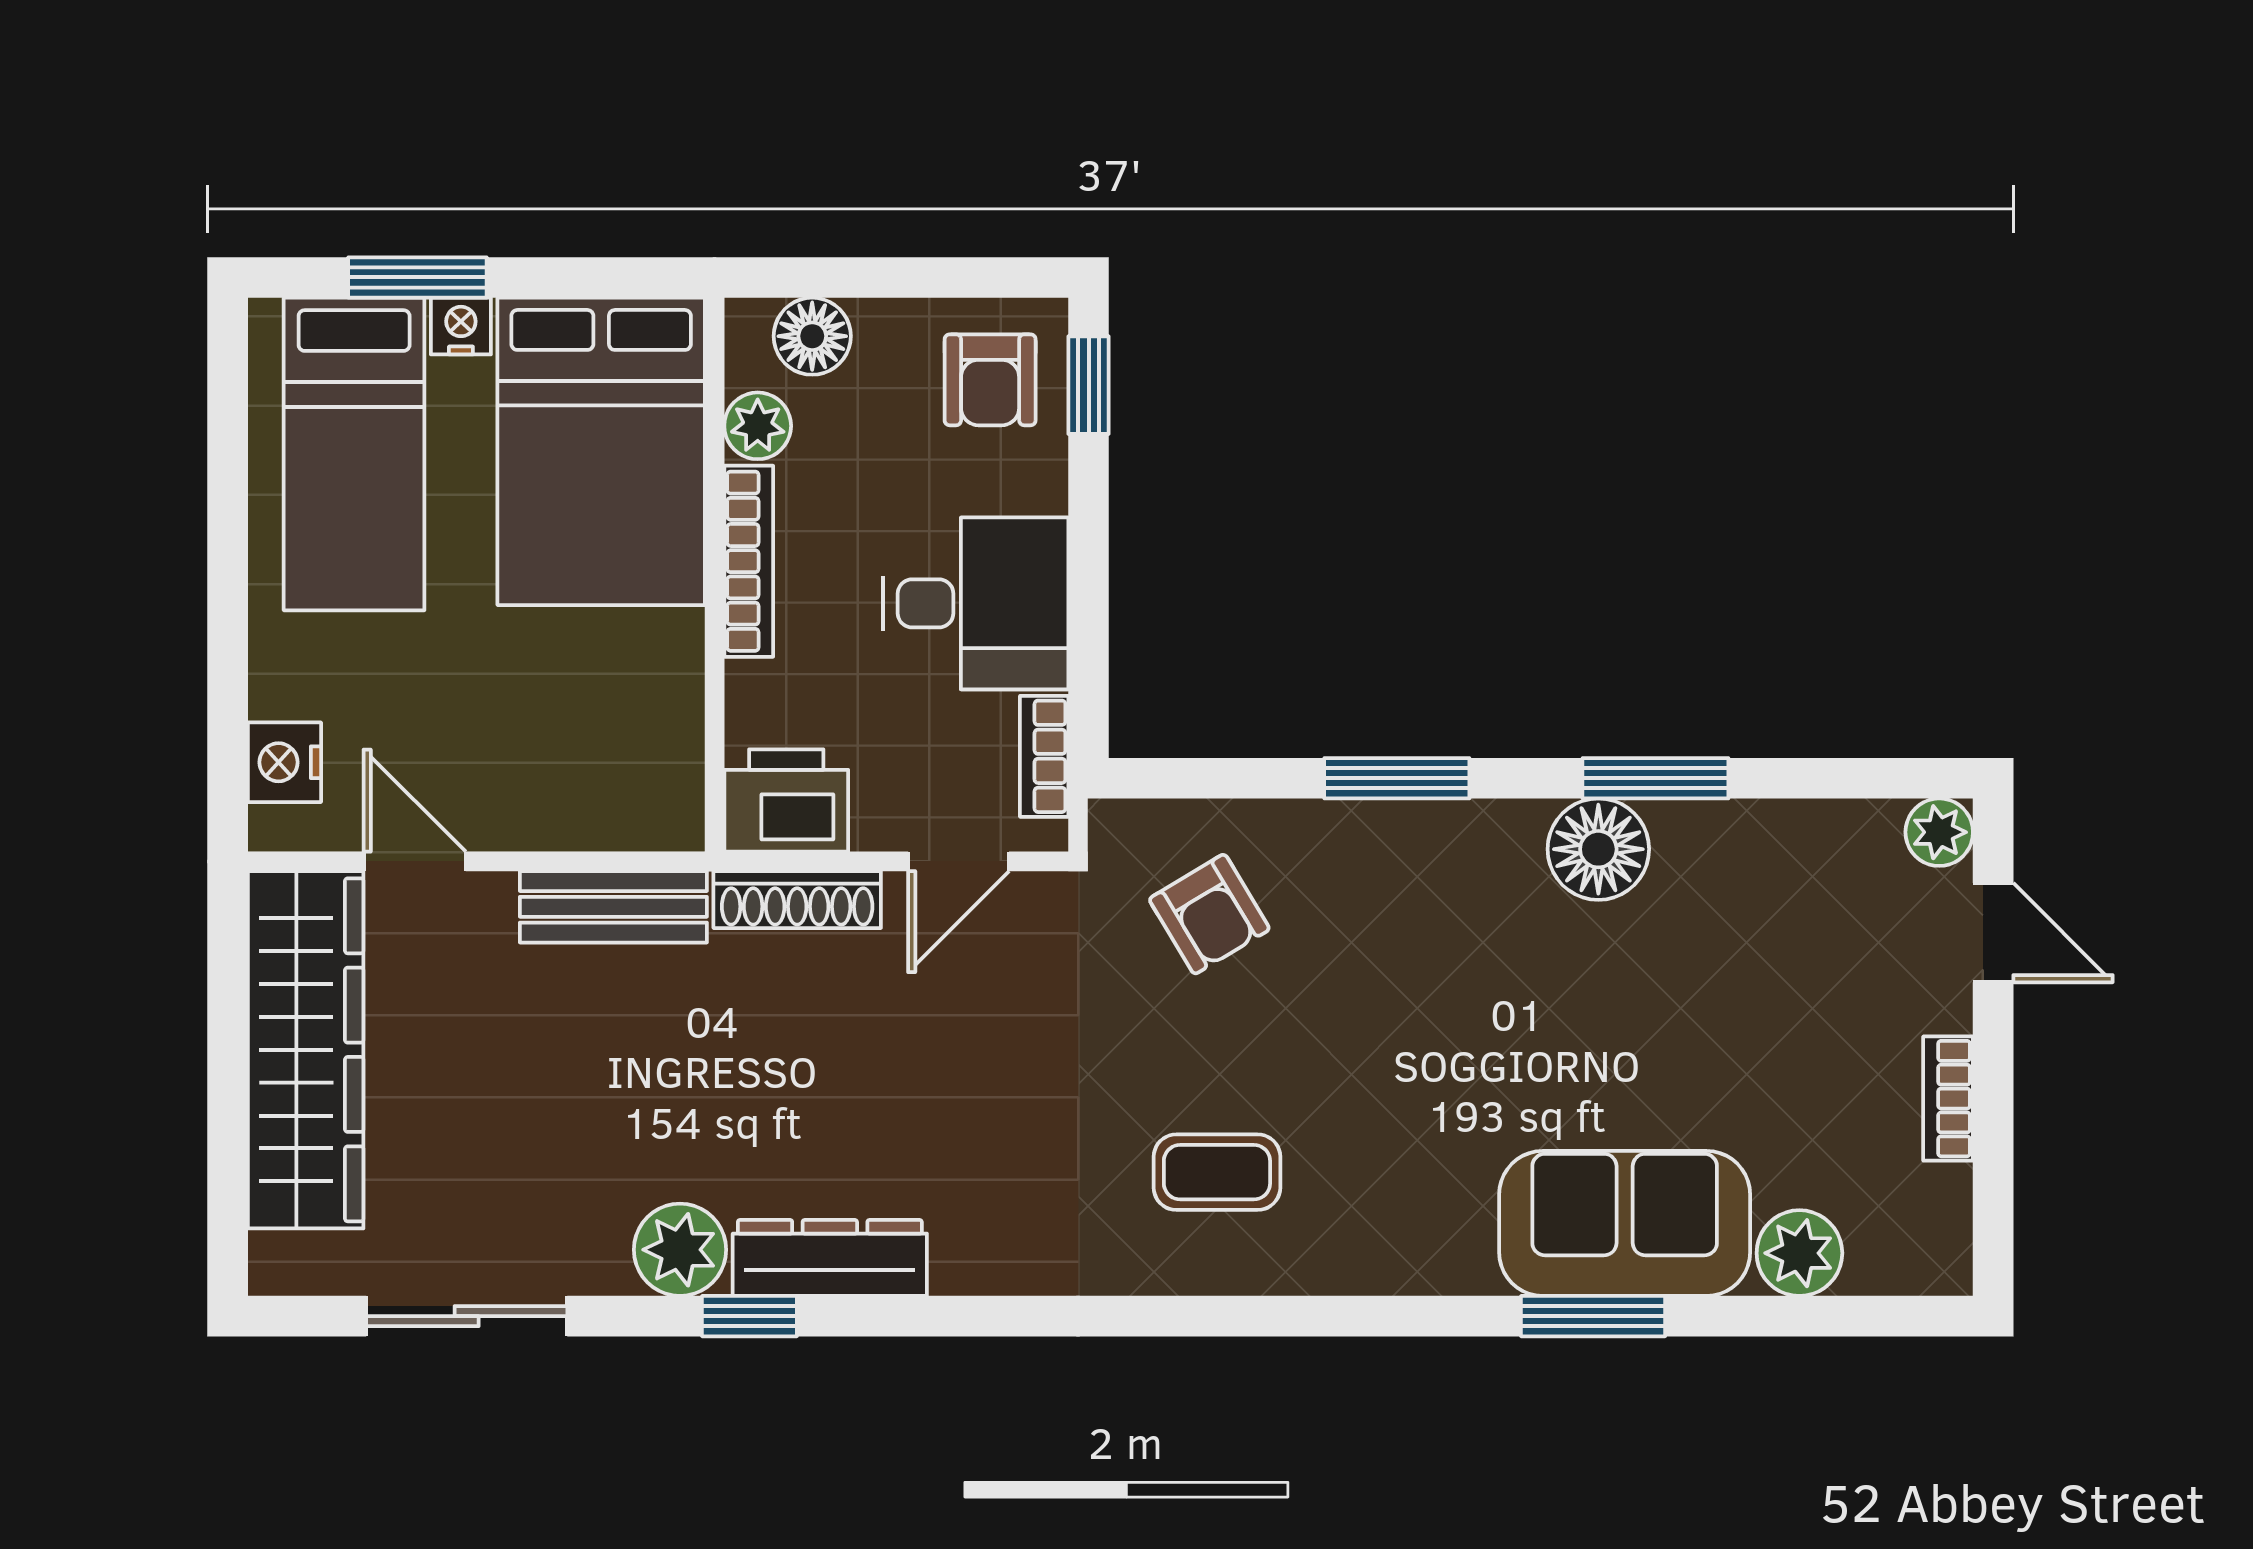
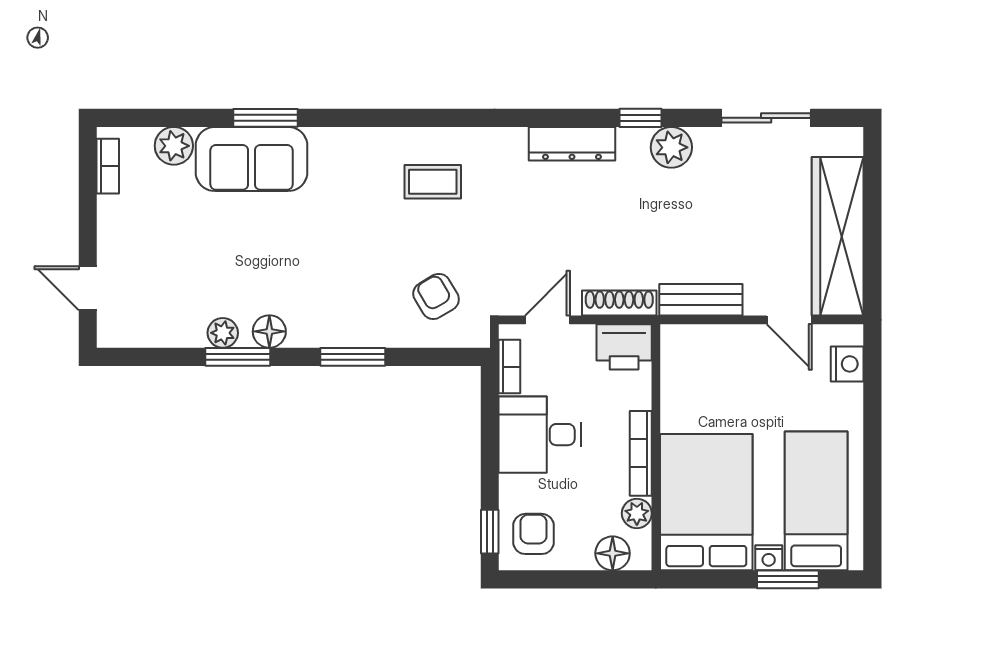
plant: (1939, 832) -> (223, 333), moved
floor lamp: (1598, 849) -> (269, 331), width x0.73, depth x0.73
bookcase: (1948, 1099) -> (108, 166), moved
dresser: (830, 1258) -> (572, 144), moved

